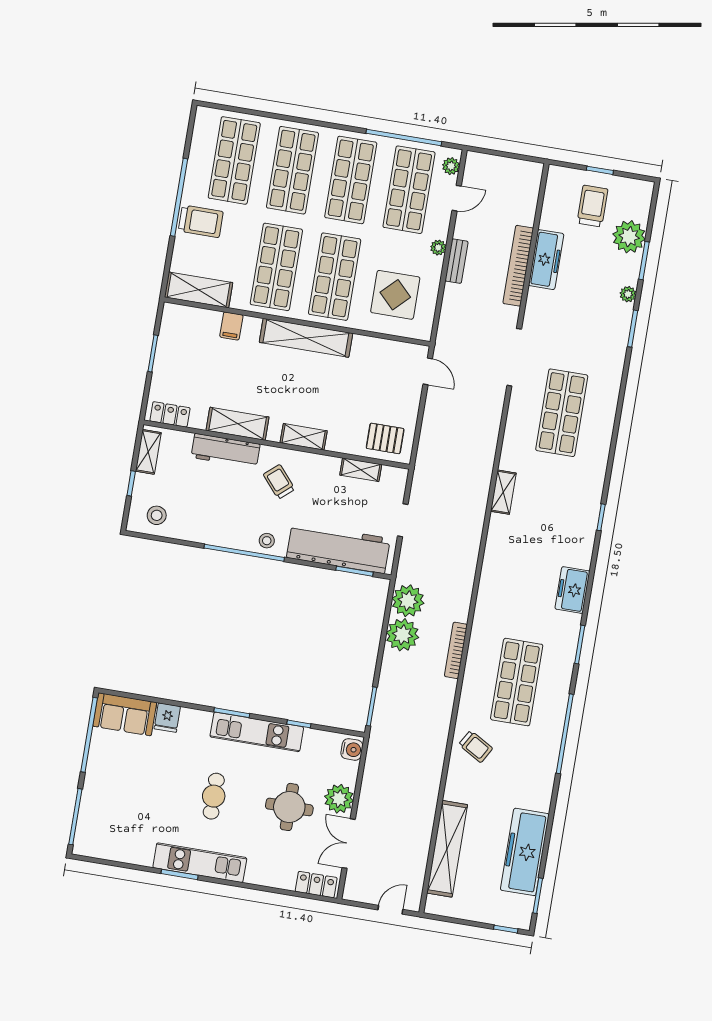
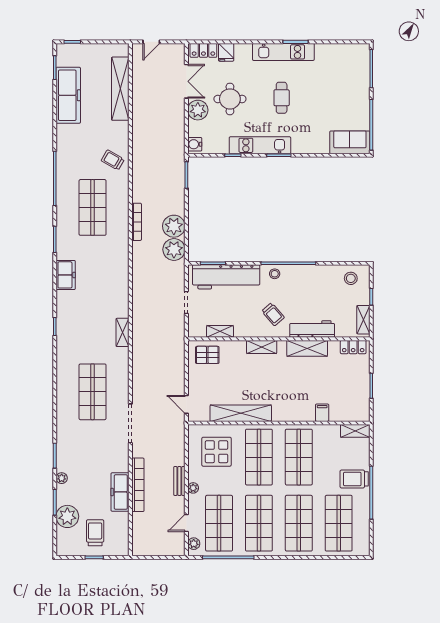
trolley: (592, 206) -> (95, 533), turned 180
shelving: (199, 290) -> (355, 431), width x0.67, depth x0.75
shelving: (306, 338) -> (241, 413), moved
fridge: (167, 718) -> (226, 52), moved, turned 180

